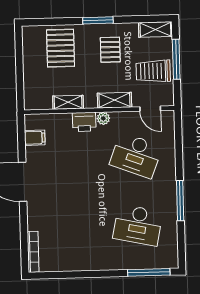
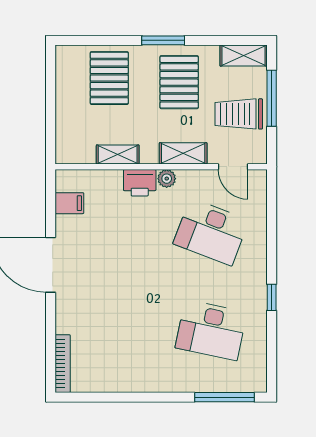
pallet: (110, 50) -> (179, 82), width x1.50, depth x1.42
window: (180, 201) -> (272, 297), width x0.46

